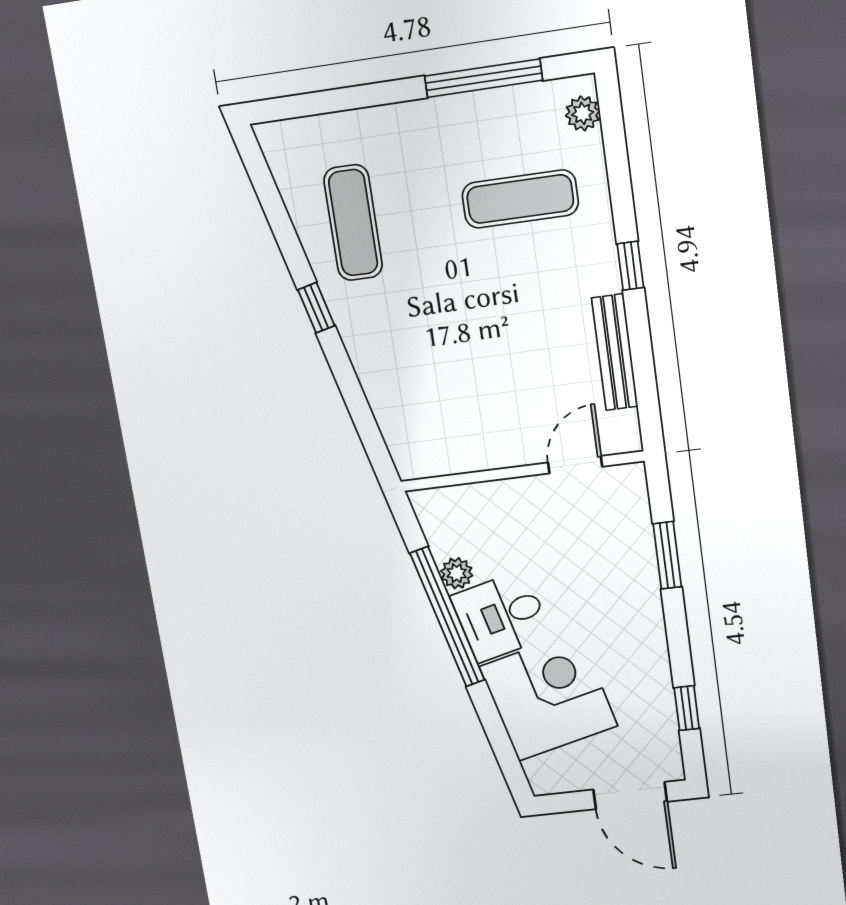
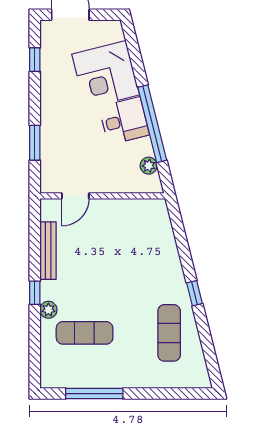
plant: (583, 113) -> (48, 310), moved
plant: (457, 573) -> (149, 166), moved

